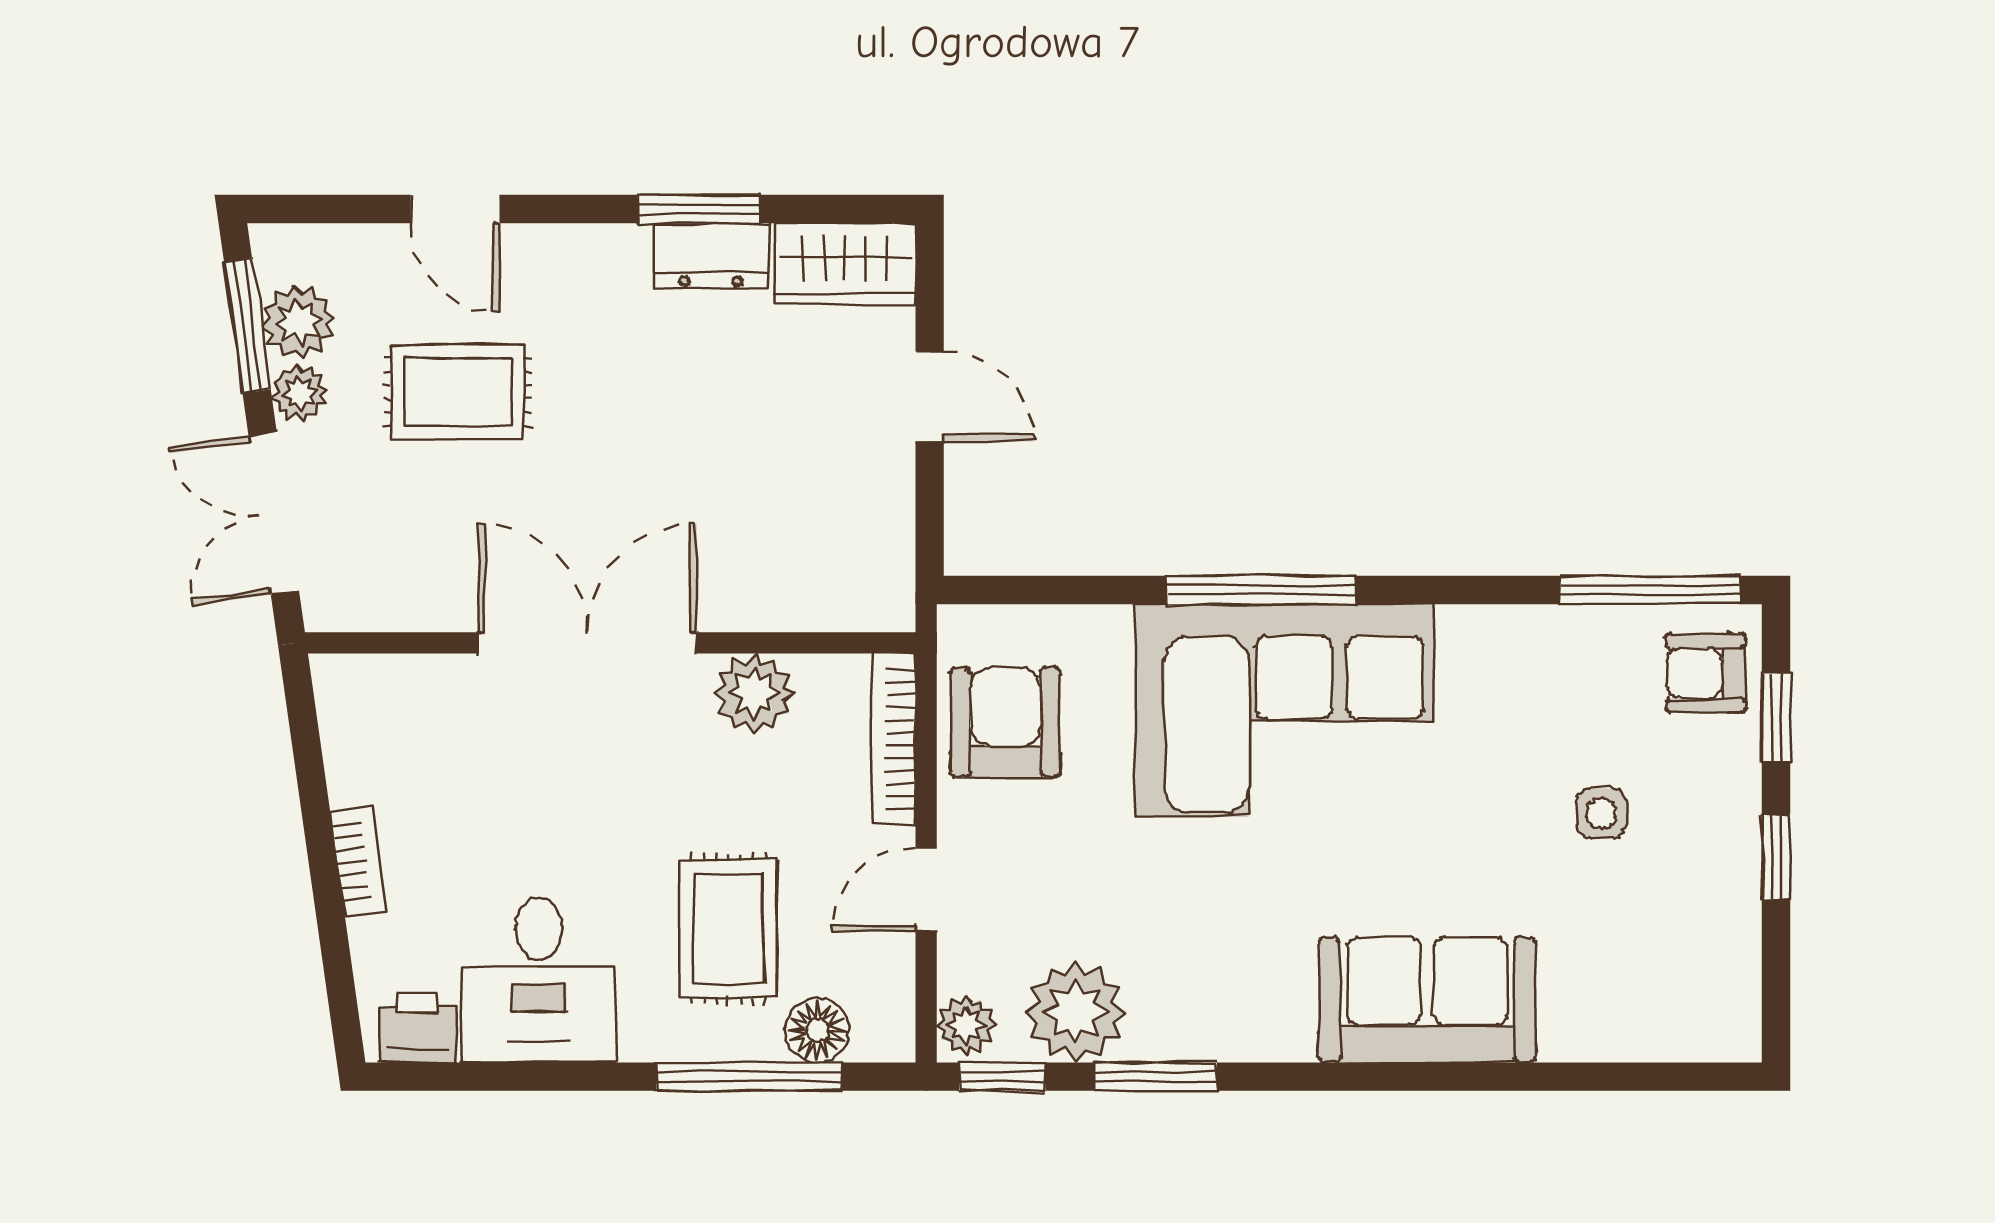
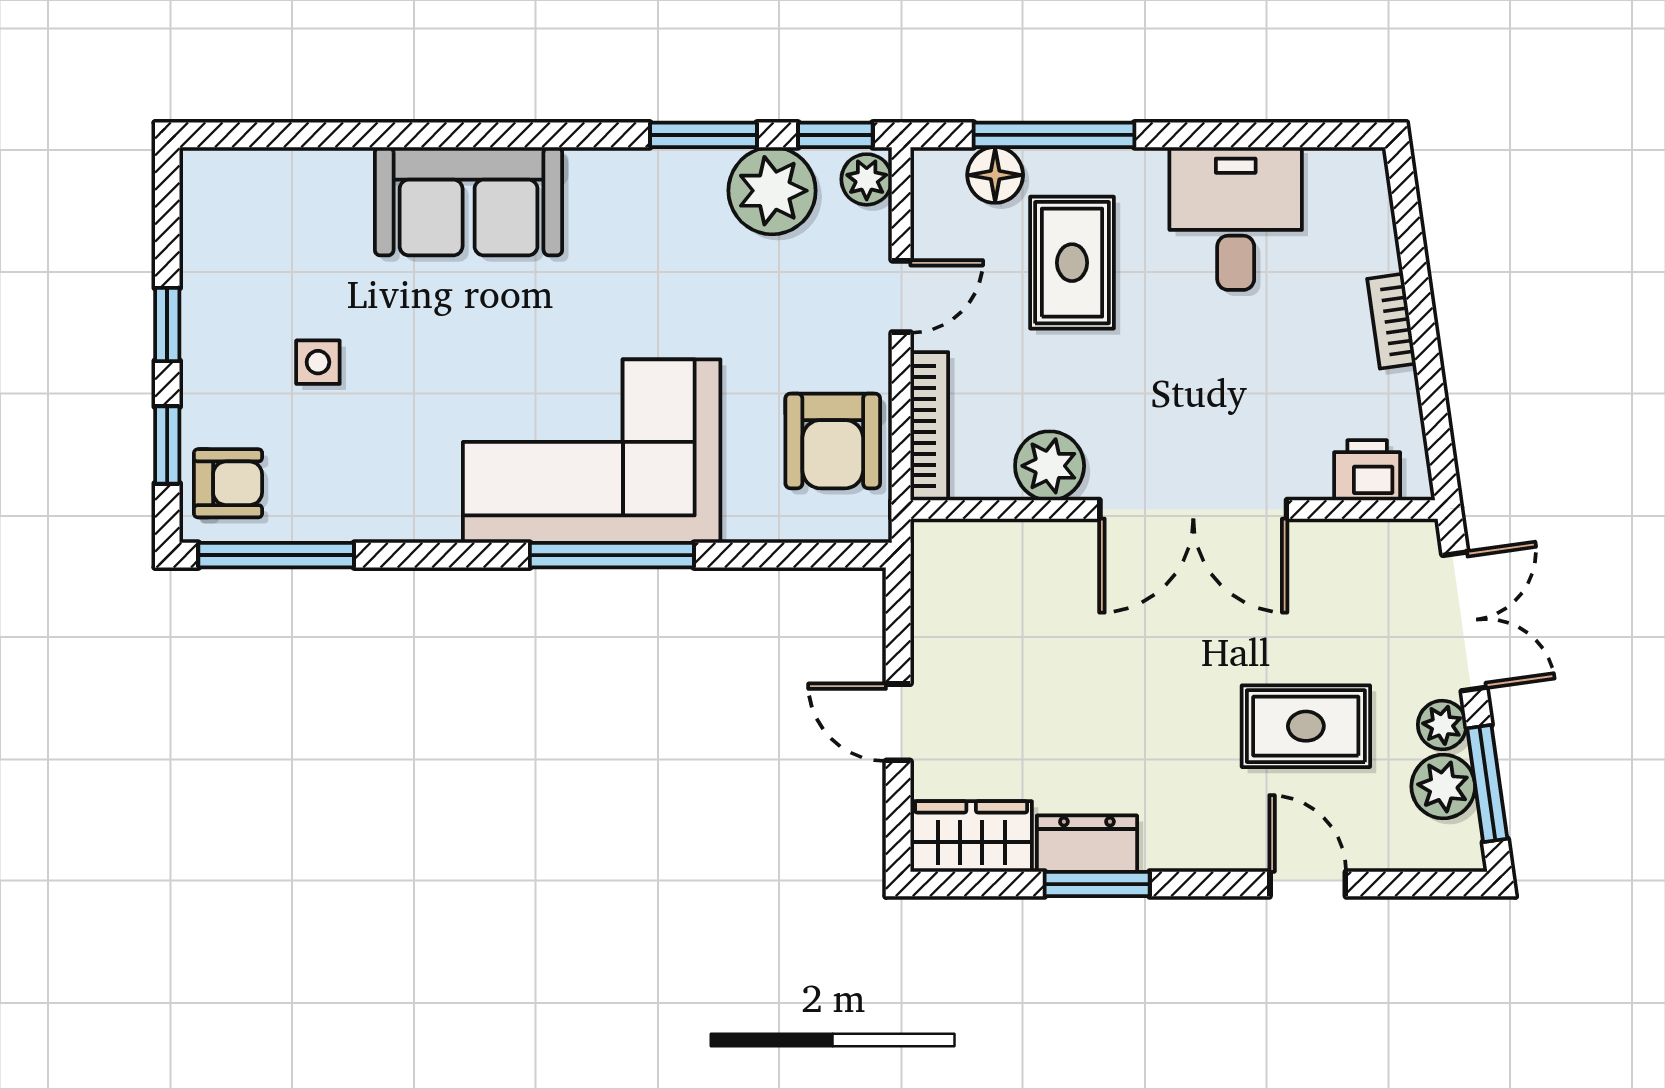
printer: (418, 1028) -> (1367, 470), moved, turned 180

